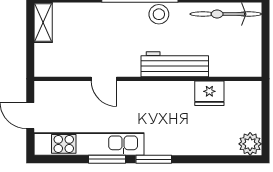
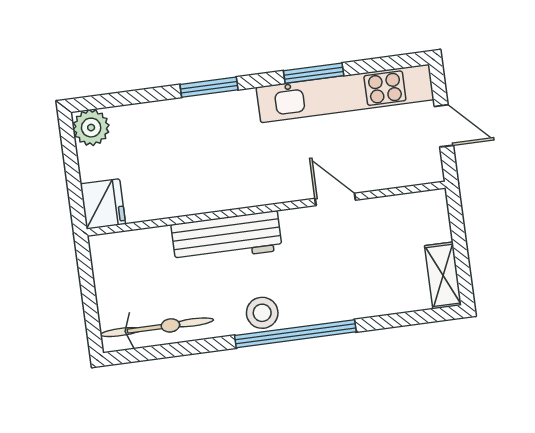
fridge: (209, 93) -> (103, 204), moved, turned 90
window: (154, 159) -> (209, 87), moved

